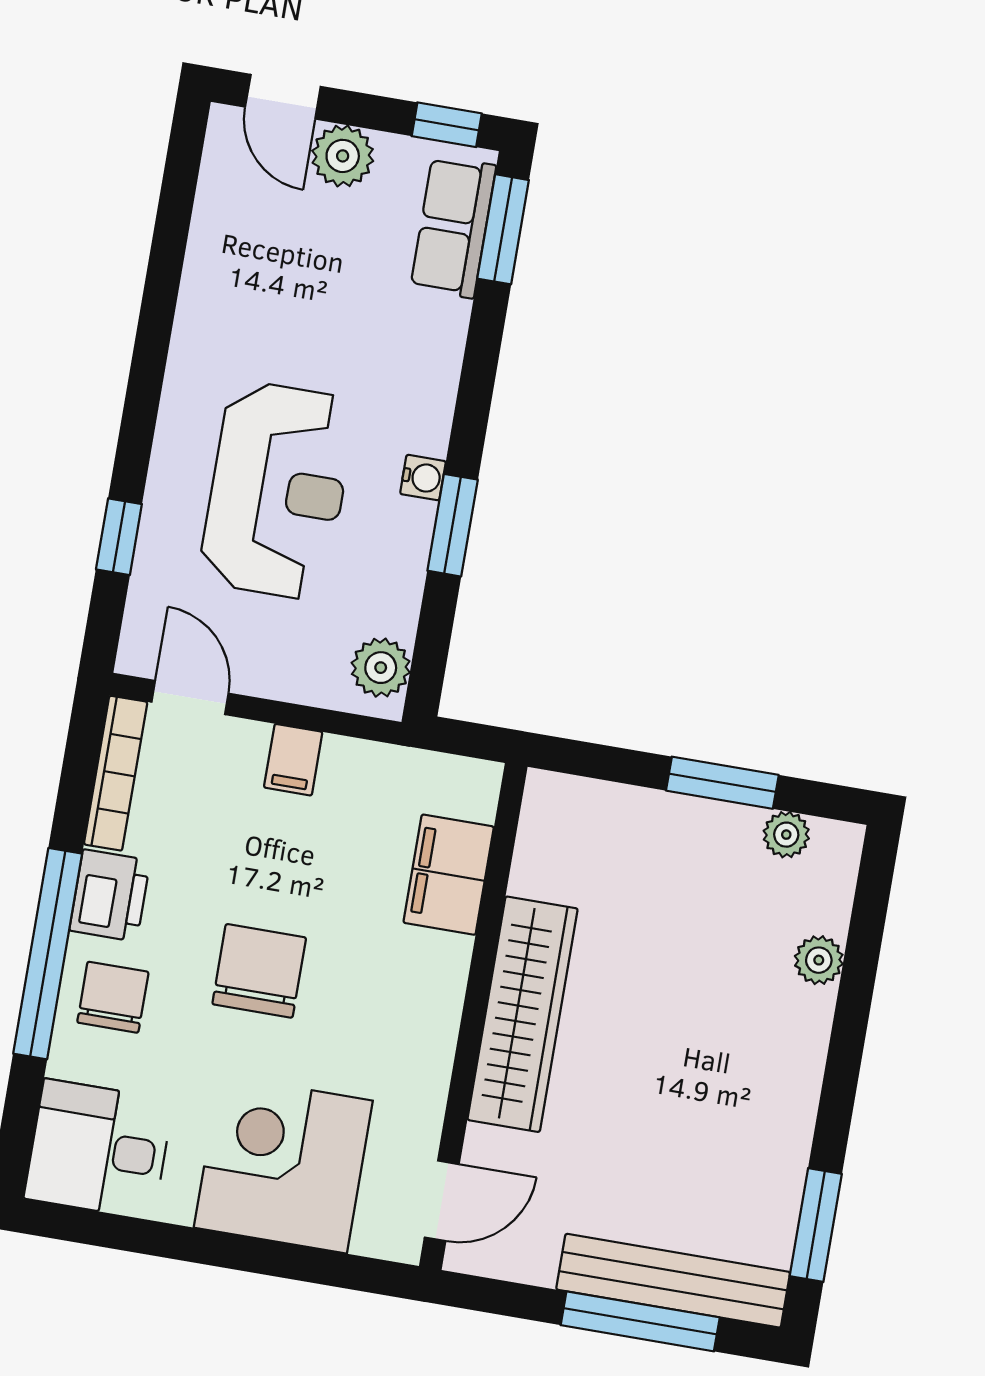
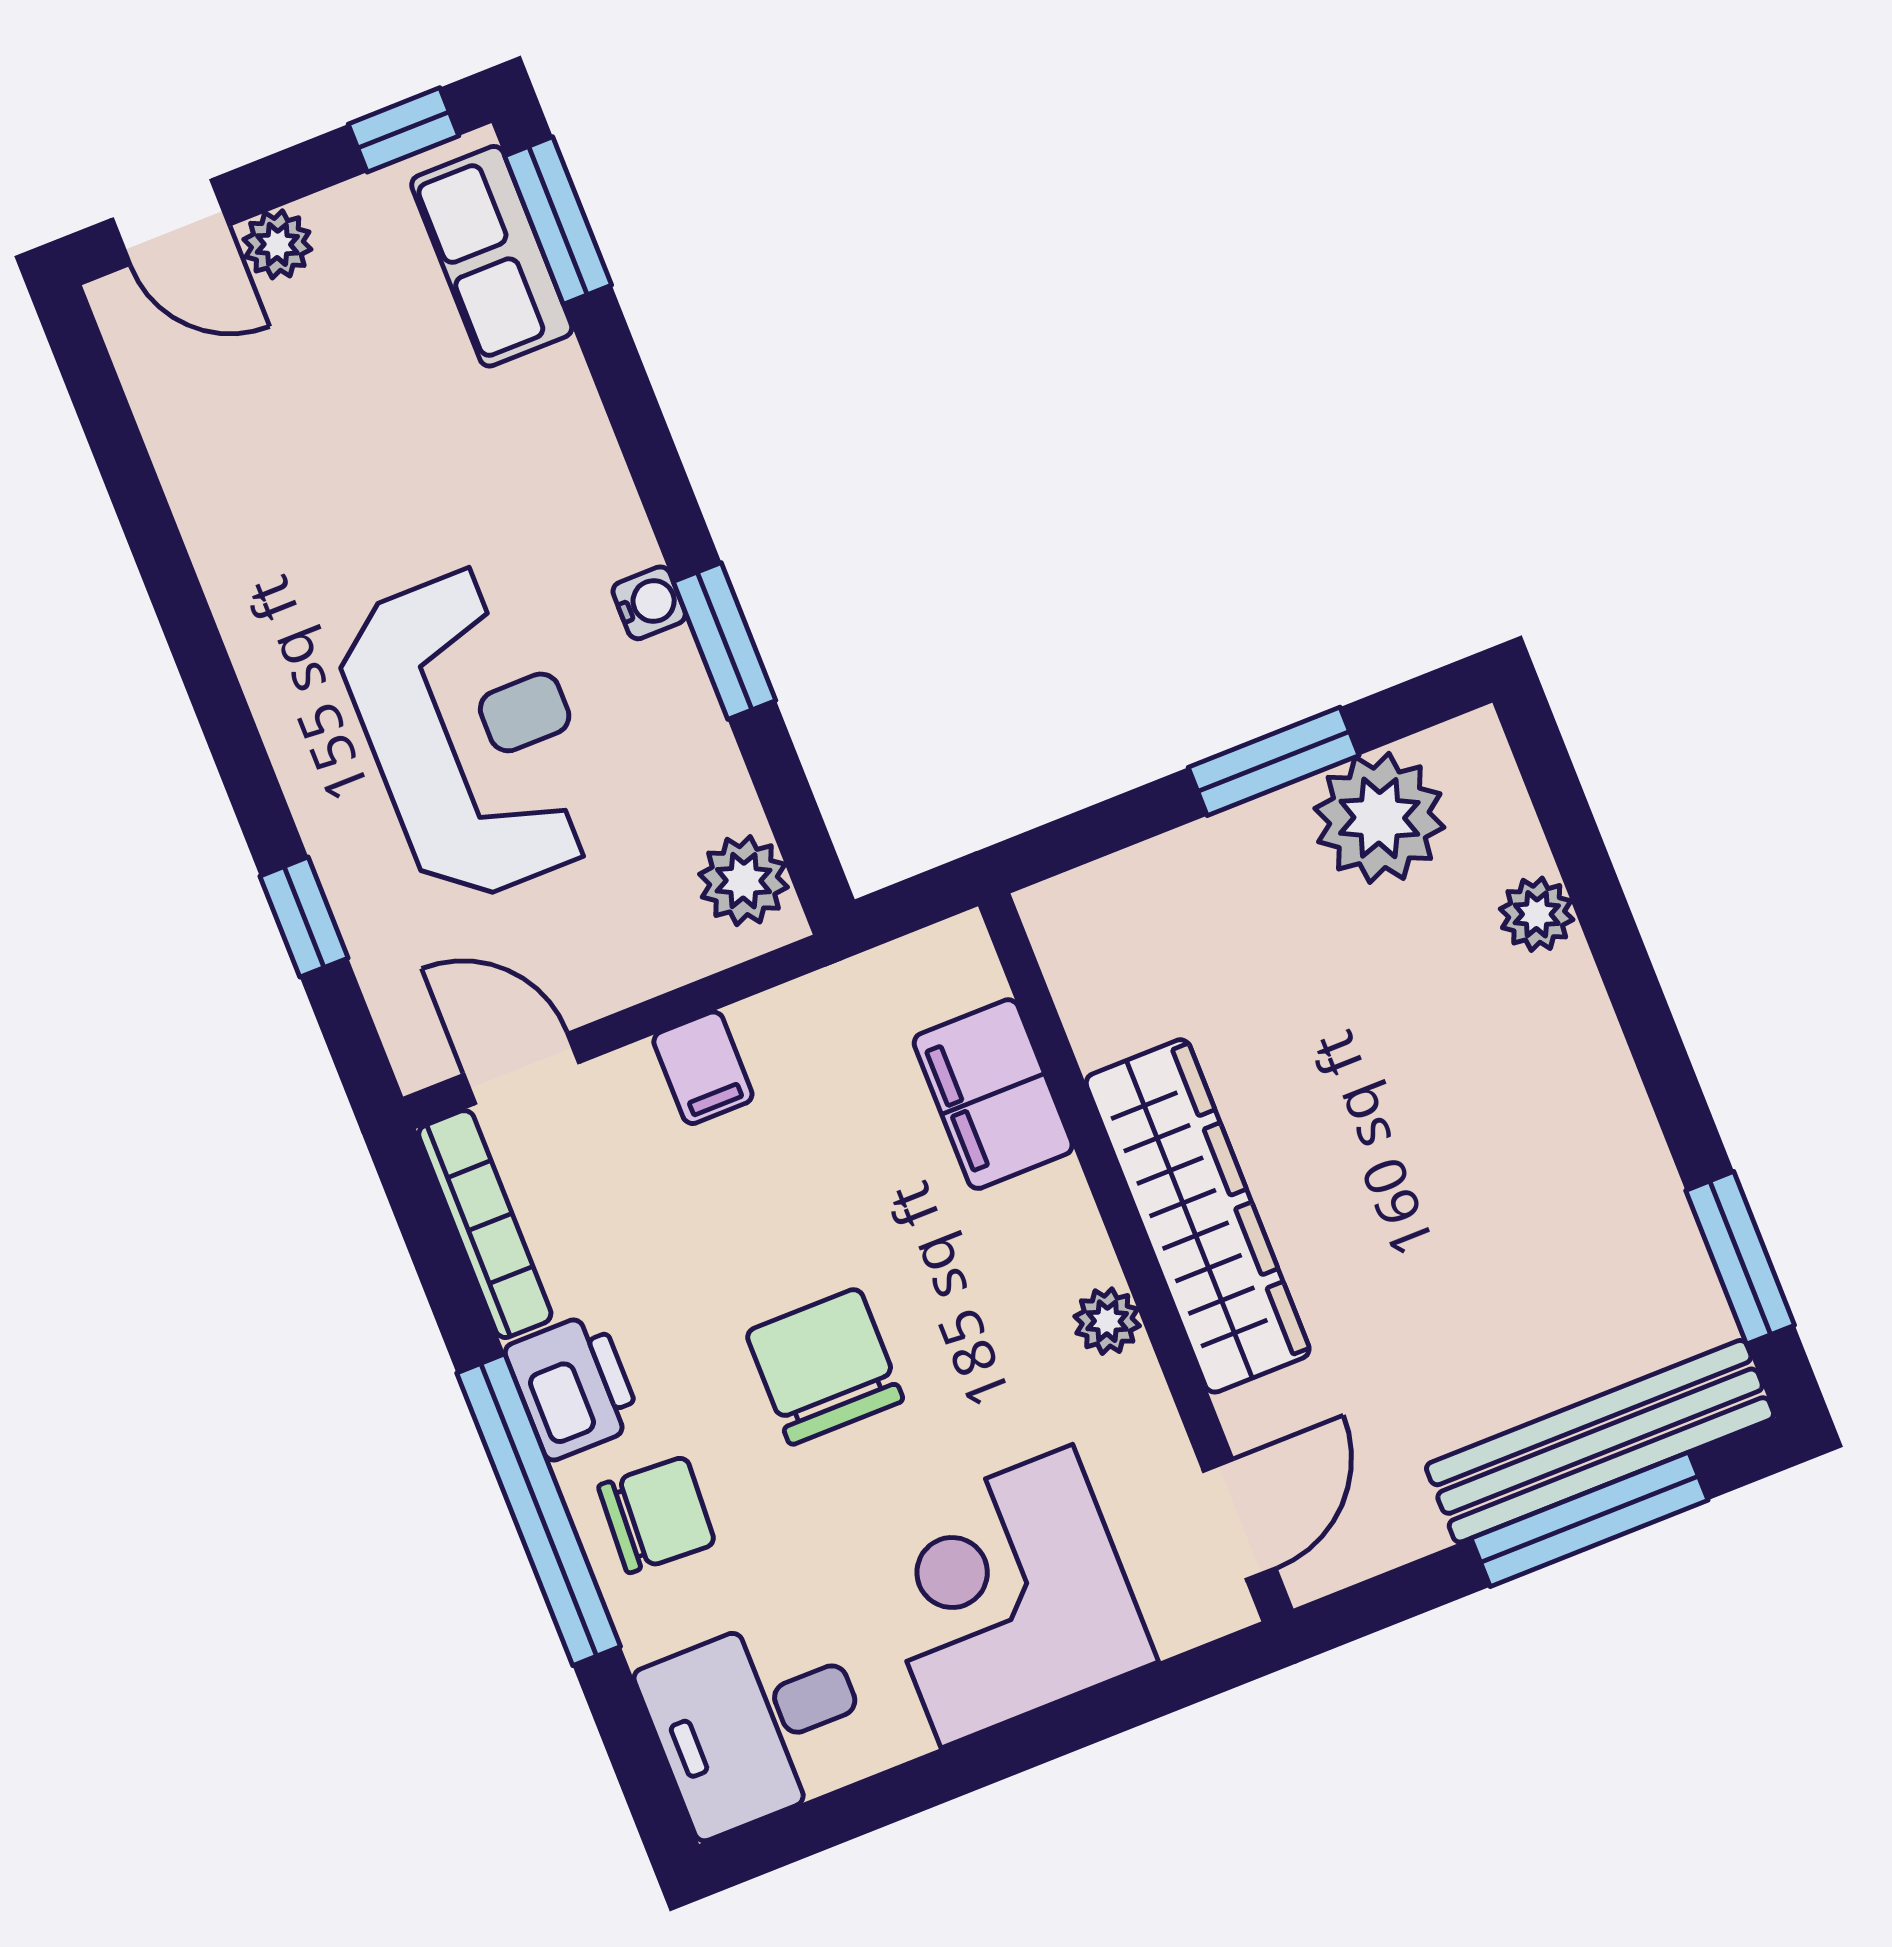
plant: (343, 156) -> (277, 244), width x0.73, depth x0.73
plant: (786, 835) -> (1379, 818), width x1.87, depth x1.87
chair: (113, 997) -> (657, 1515), turned 93
plant: (435, 1043) -> (1107, 1321), added

